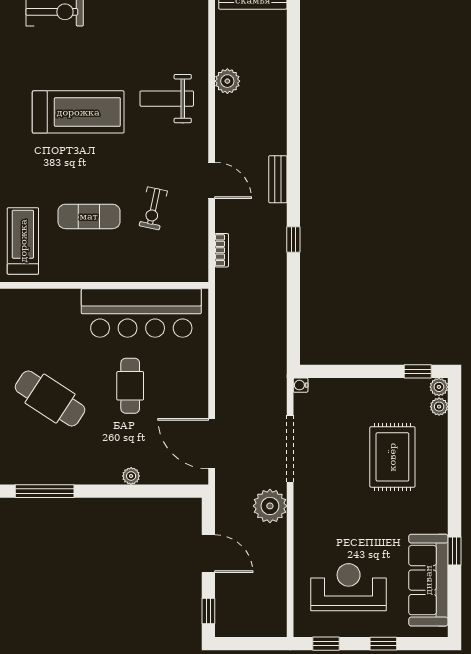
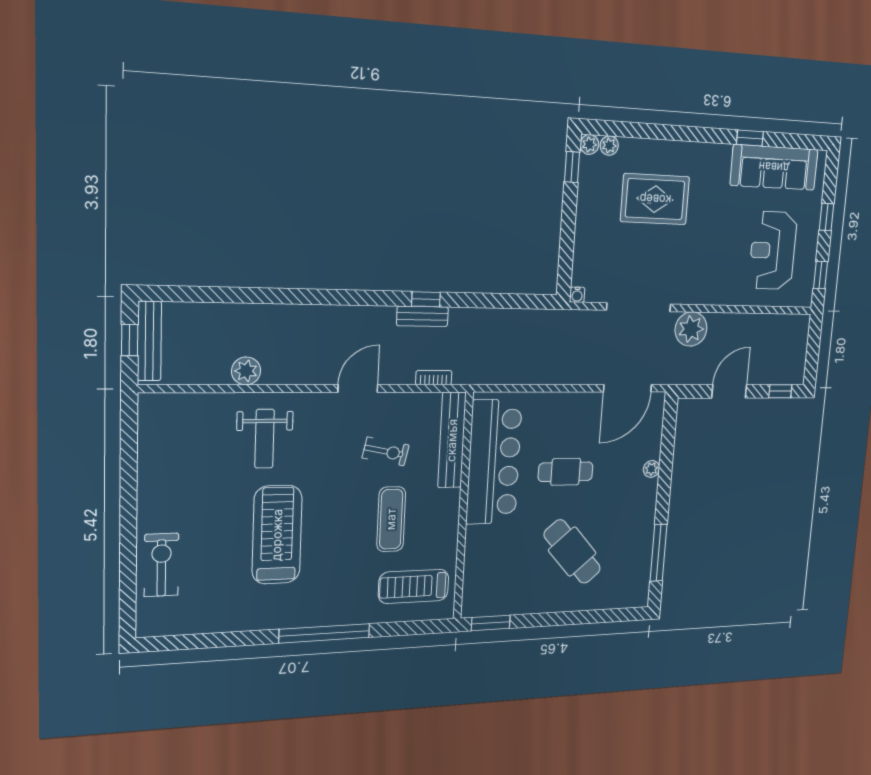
bench: (278, 179) -> (422, 316), moved
bench: (163, 271) -> (452, 440), added
cafe table: (50, 399) -> (572, 552), turned -74

